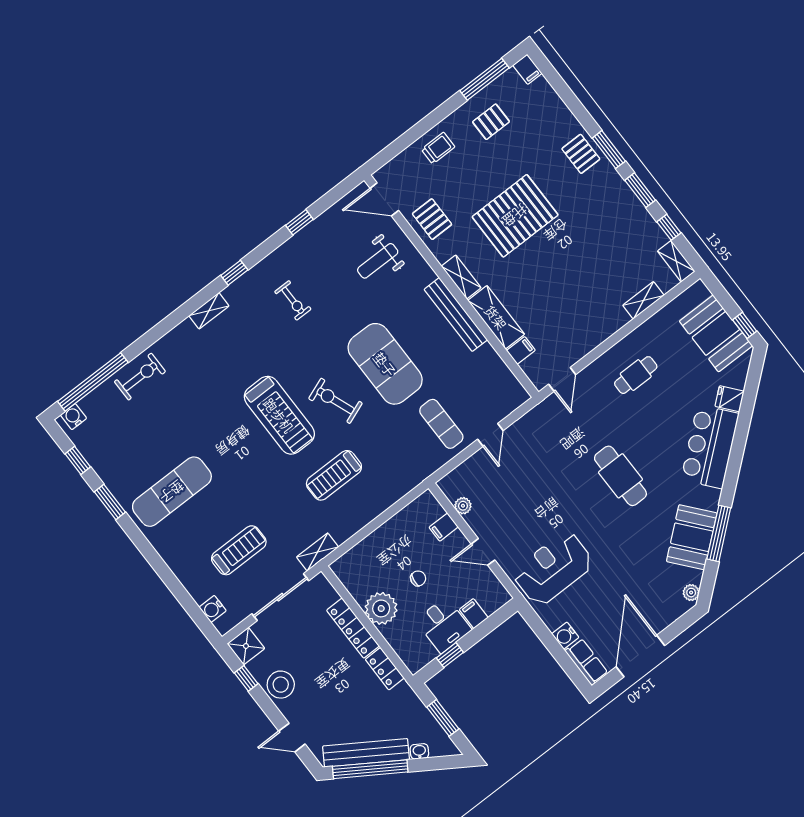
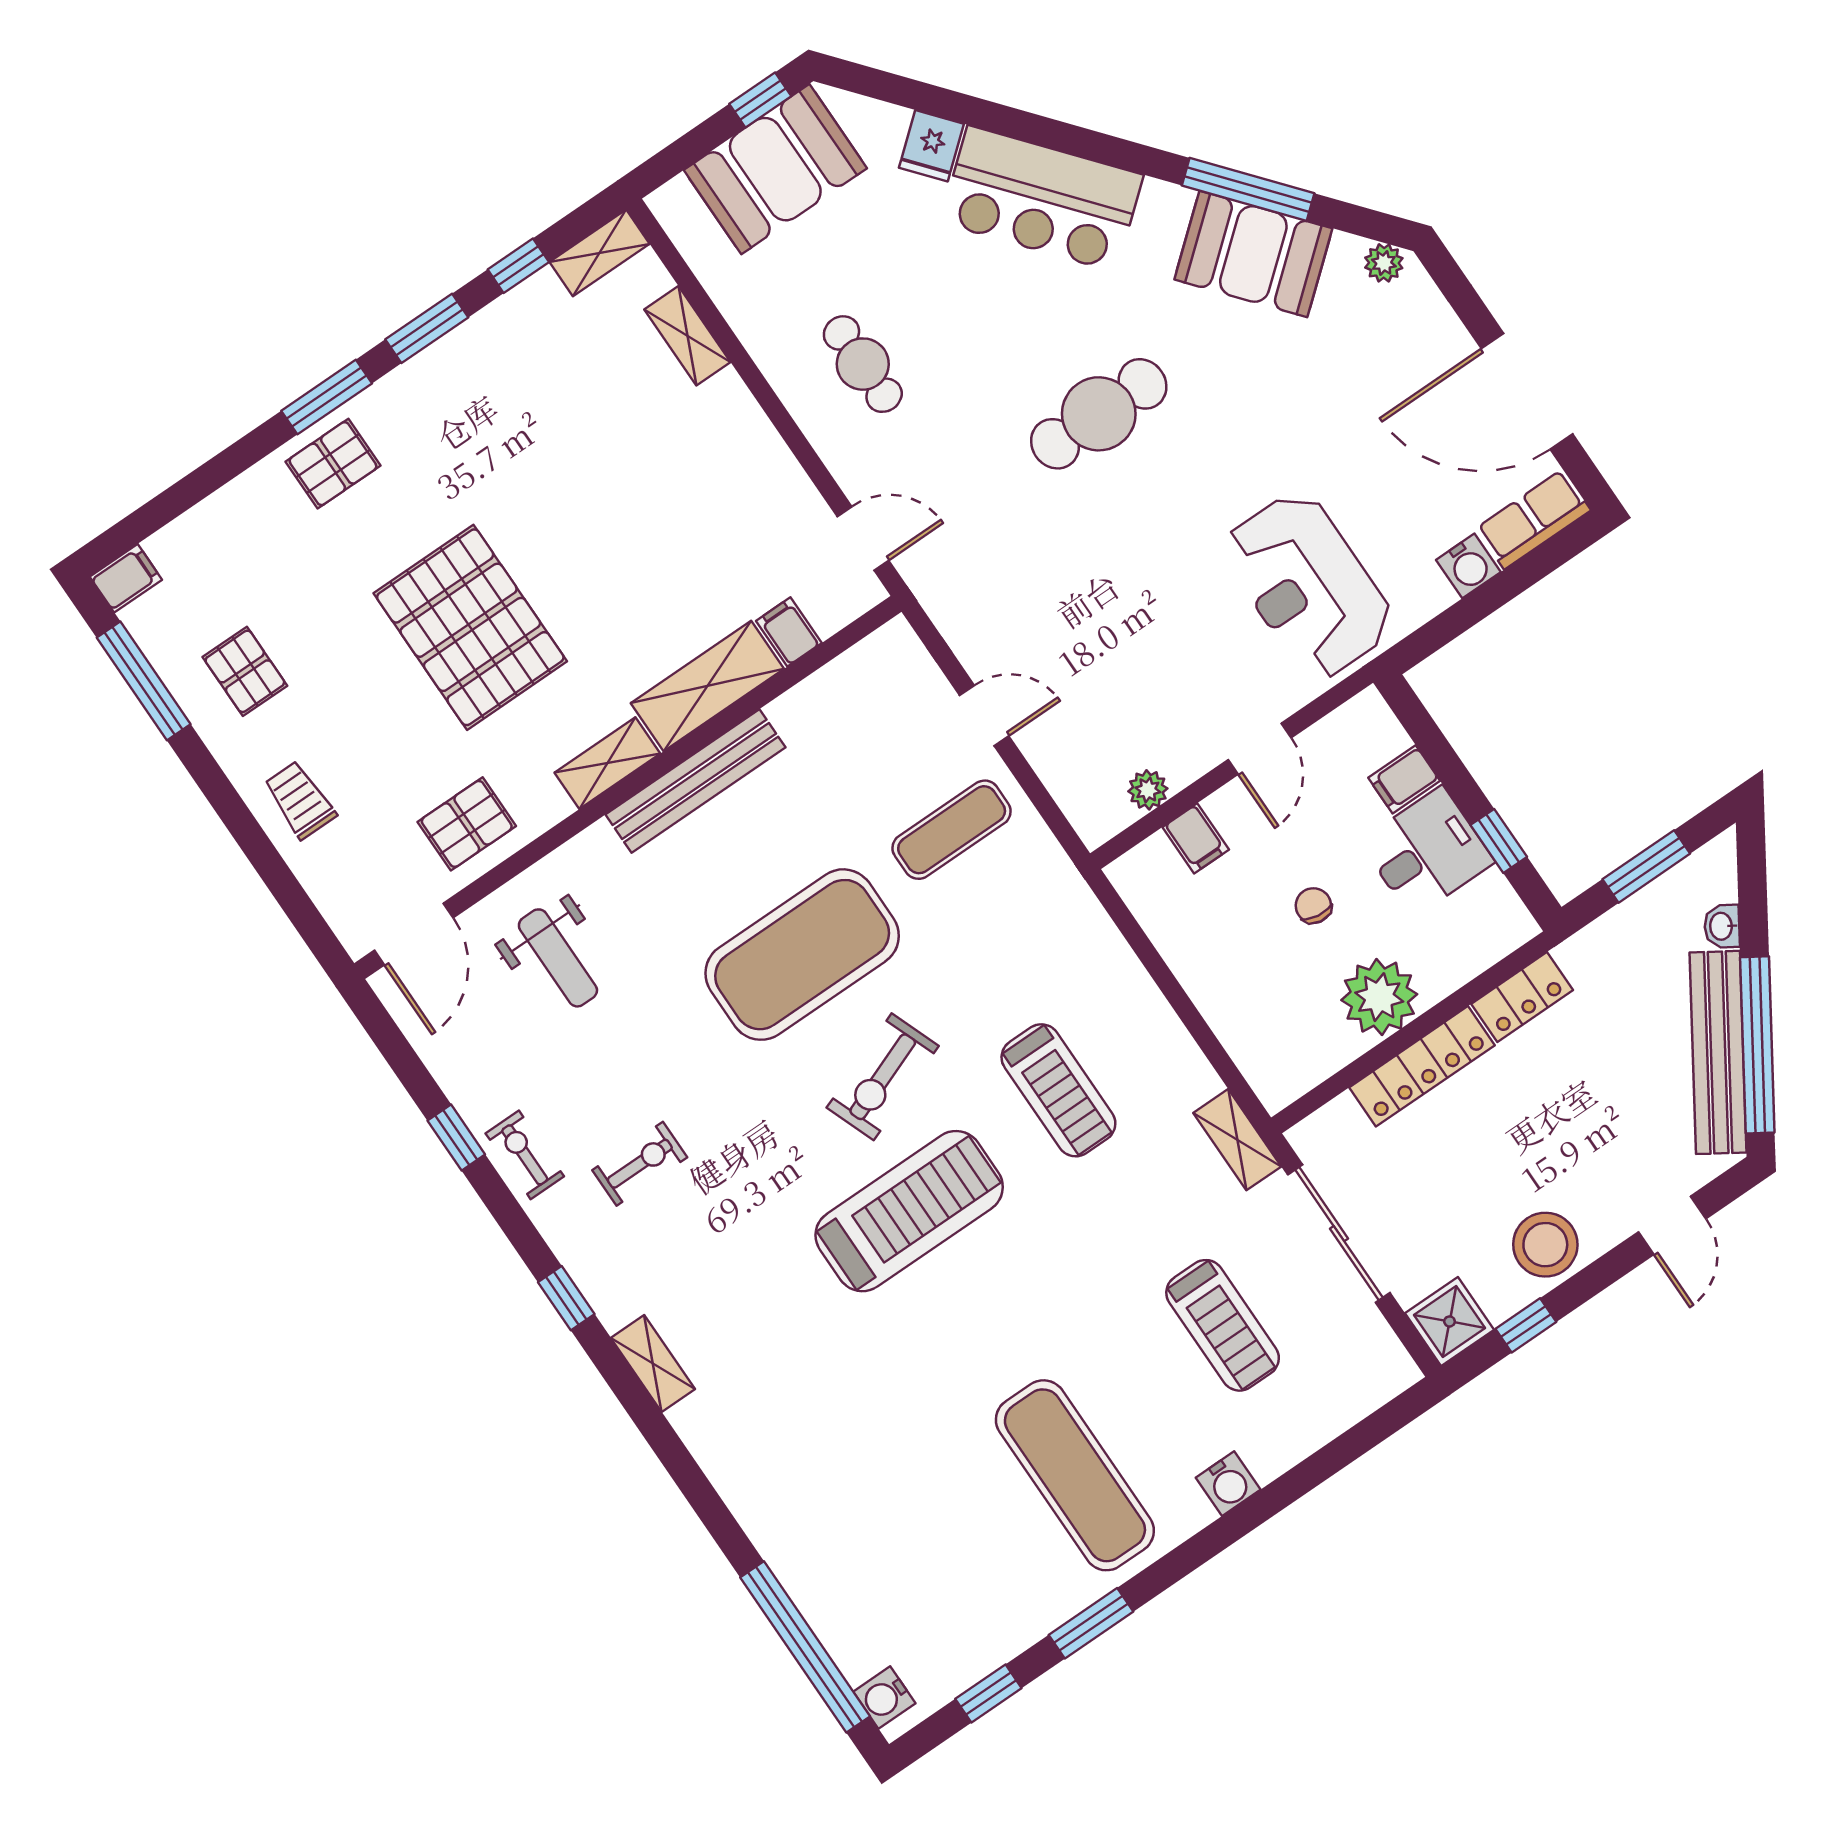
exercise bike: (140, 377) -> (525, 1155), moved, width x0.73, depth x0.72
treadmill: (239, 550) -> (1223, 1325), turned 180
water cooler: (213, 609) -> (1228, 1484), moved

